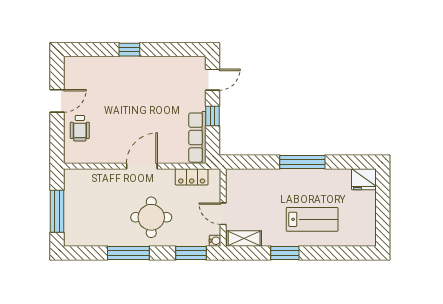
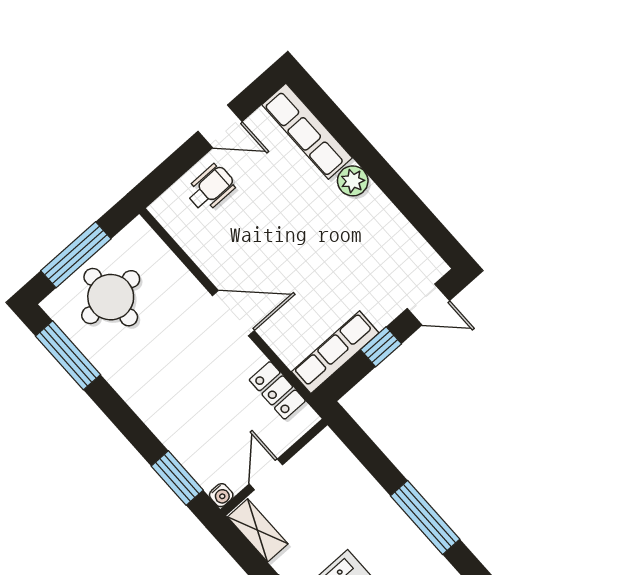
window: (129, 50) -> (371, 161), removed
plant: (131, 65) -> (353, 181), added
row of seats: (92, 66) -> (307, 131), added
wheelchair: (80, 128) -> (211, 188), turned 180
round table: (151, 217) -> (111, 297), moved
window: (128, 253) -> (68, 355), moved

